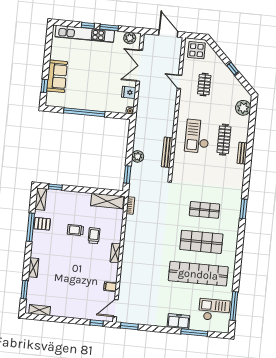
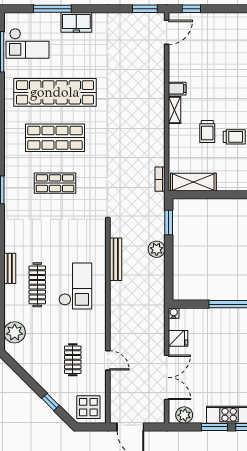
window: (233, 69) -> (50, 402), moved
filing cabinet: (110, 287) -> (177, 89), moved

